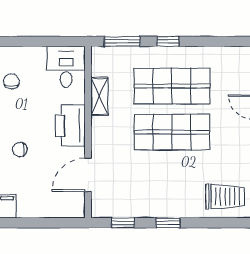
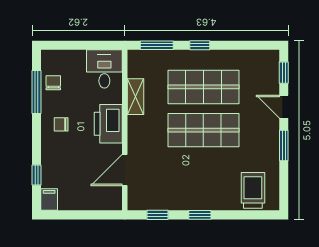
chair: (20, 150) -> (61, 124), moved
trolley: (225, 197) -> (253, 190), turned -90

